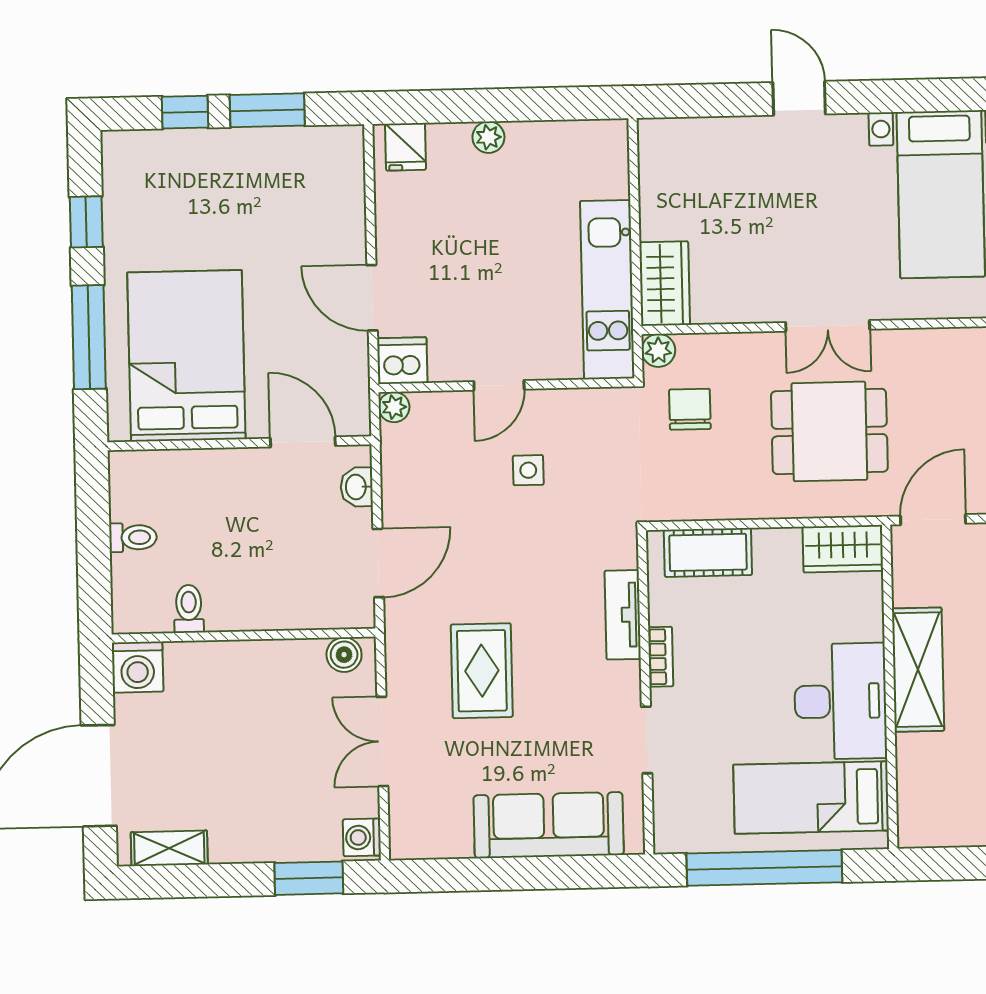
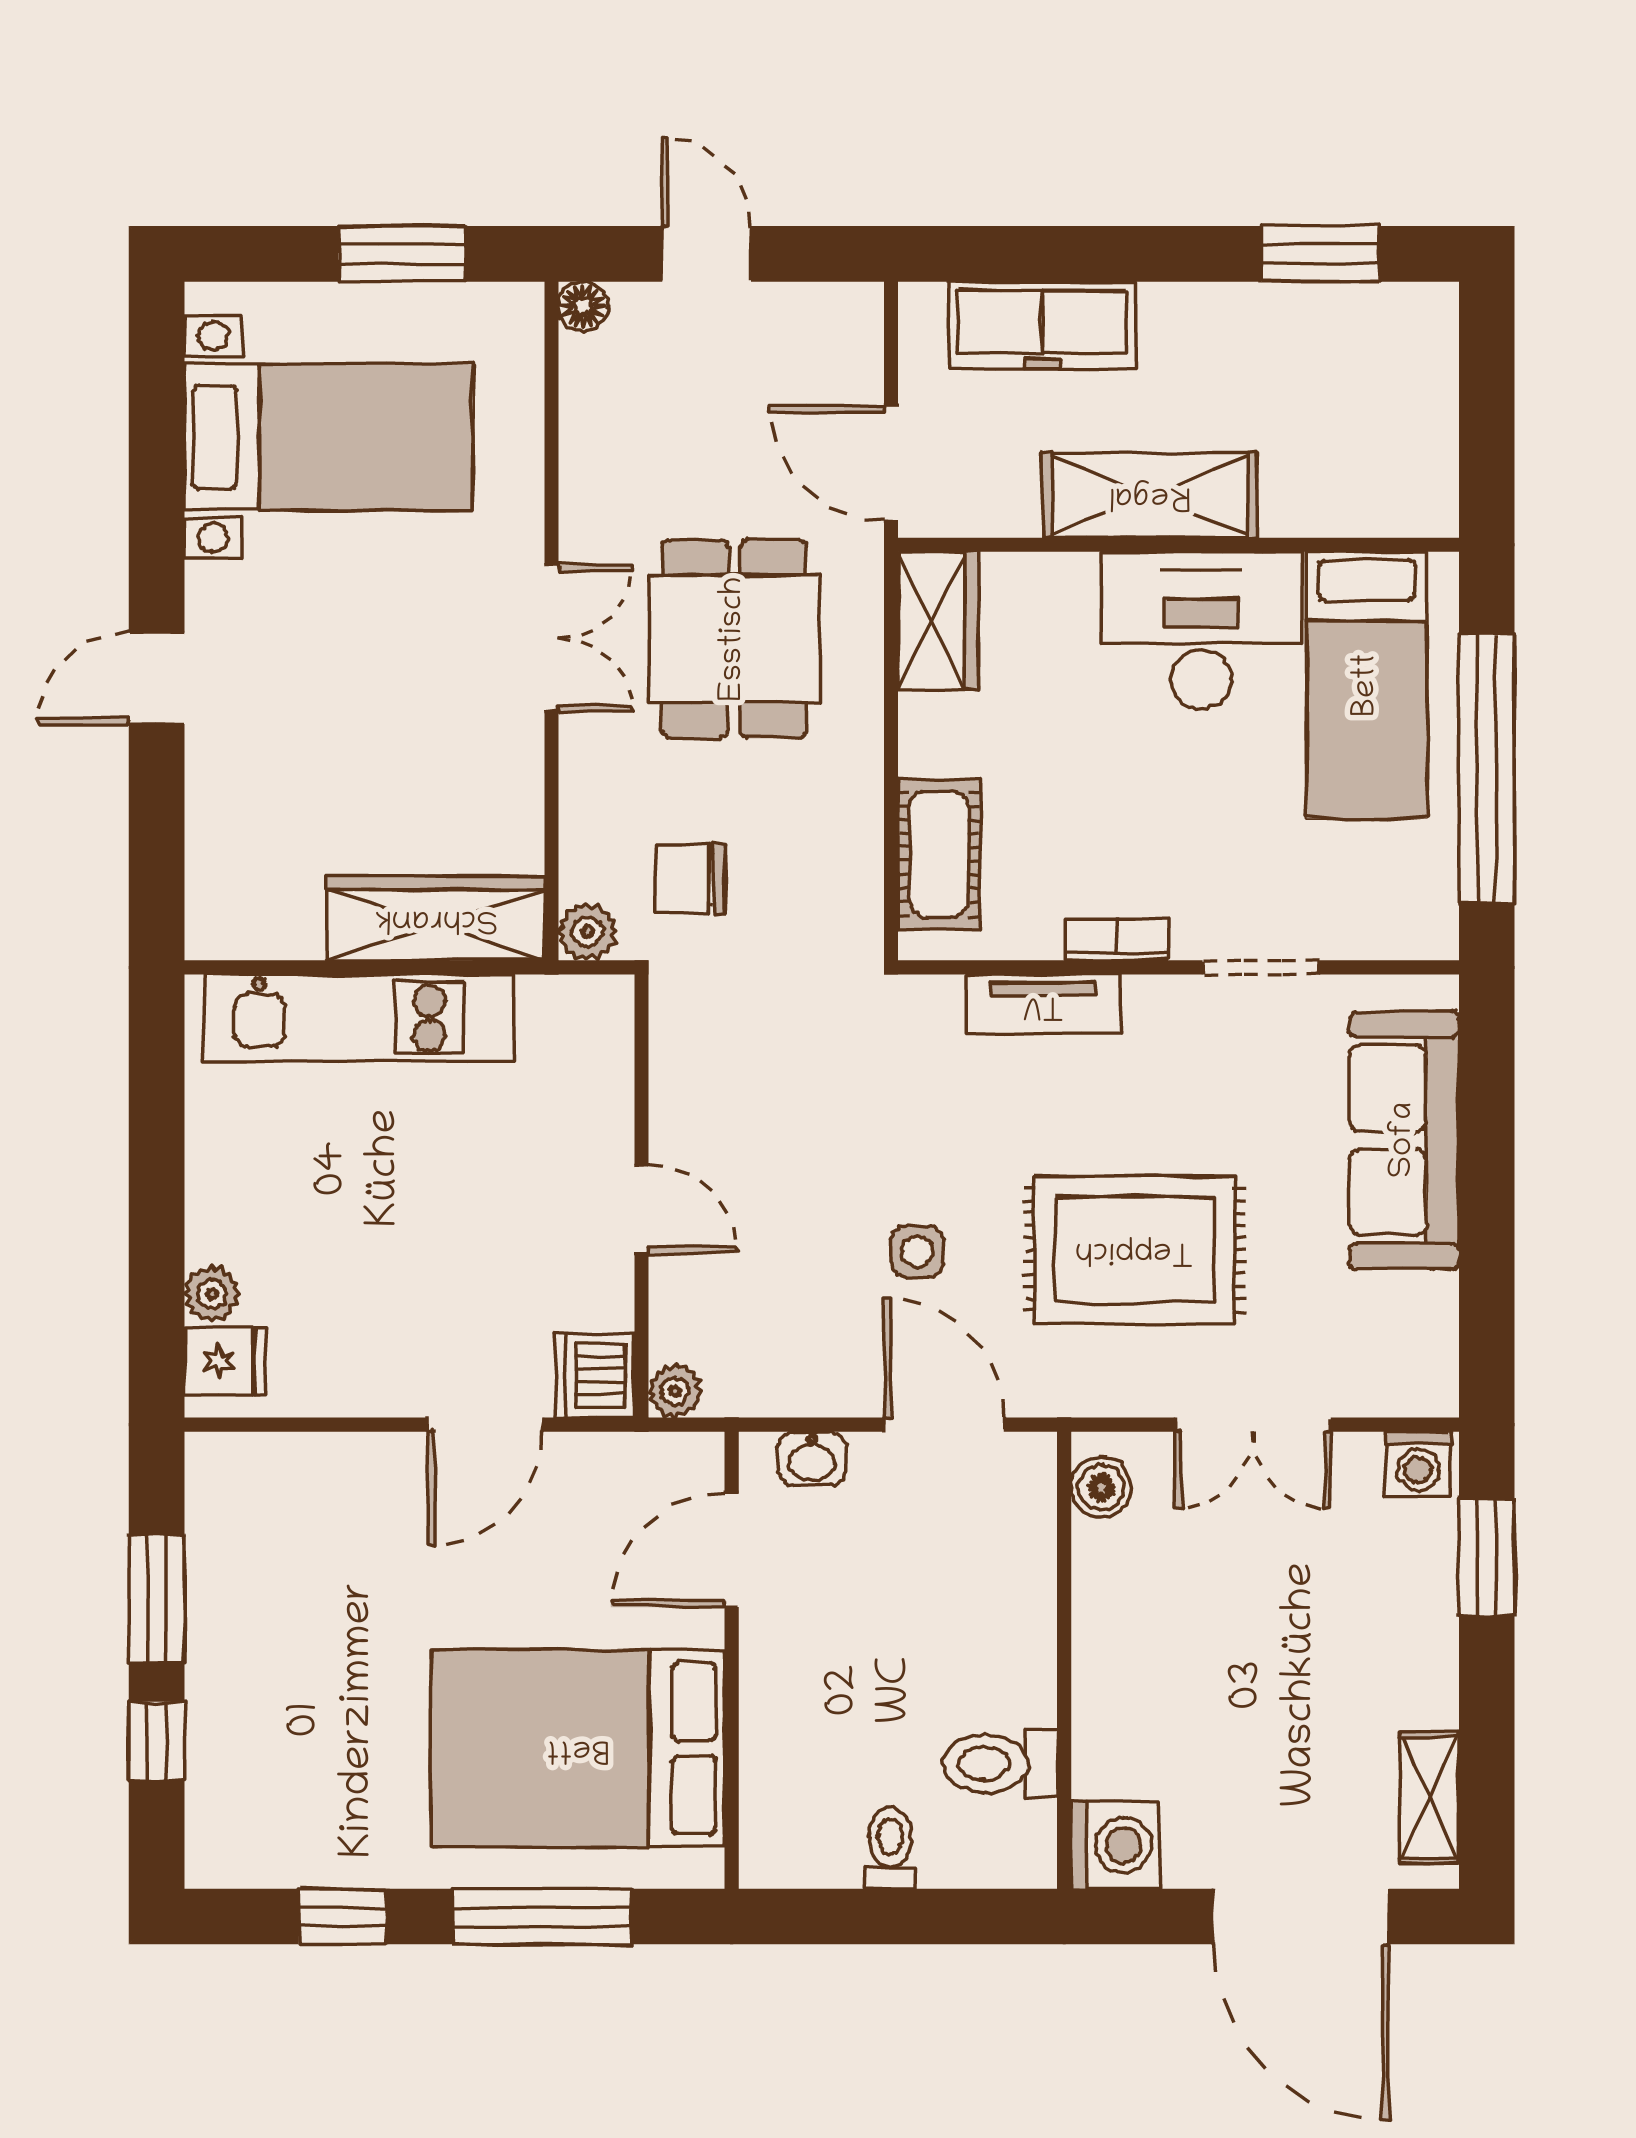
plant: (488, 137) -> (212, 1294), moved
wardrobe: (665, 284) -> (436, 918), width x1.50
kitchen unit: (607, 290) -> (358, 1018), moved
side table: (528, 470) -> (917, 1251), moved
toilet: (189, 609) -> (1000, 1764), width x1.37, depth x1.39
rug: (482, 671) -> (1134, 1250), width x1.36, depth x1.43

